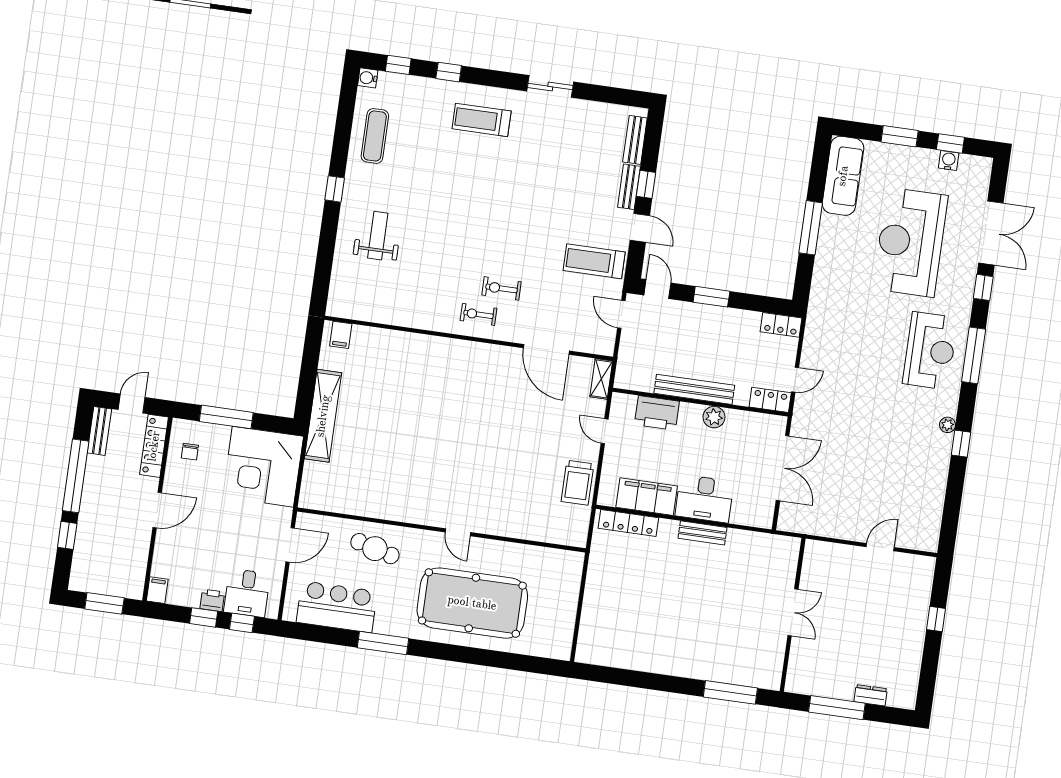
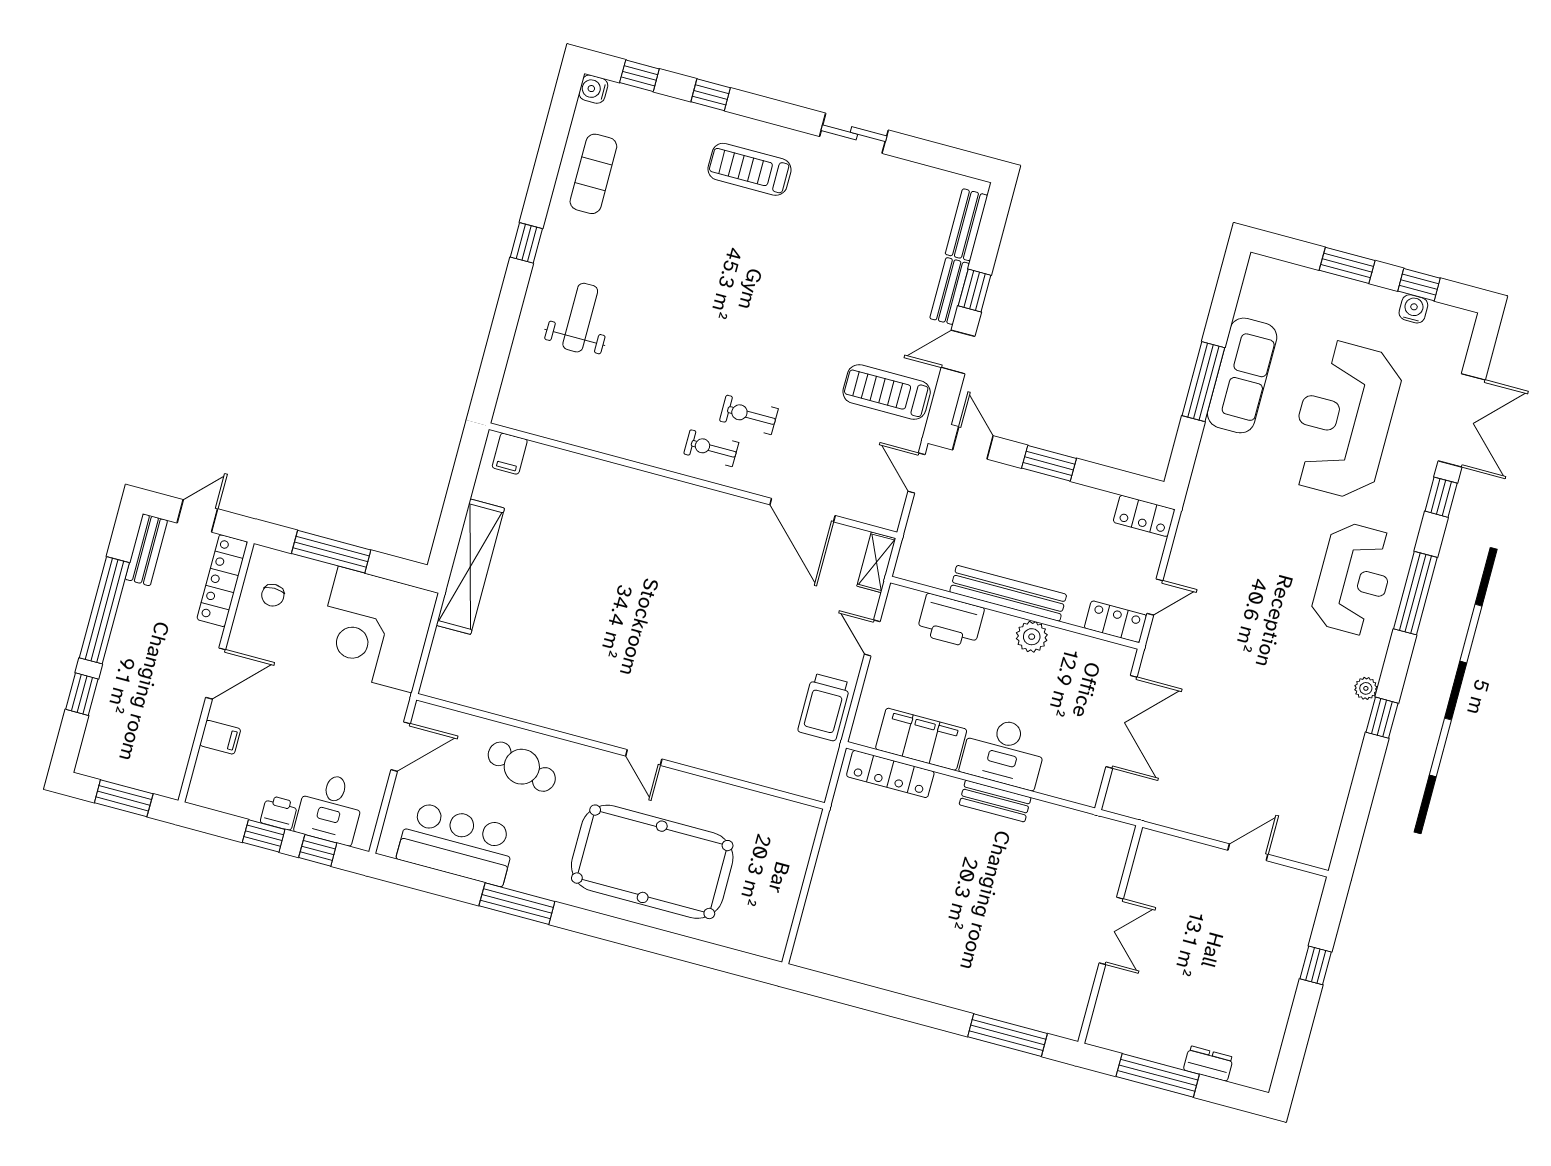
sofa: (843, 176) -> (1242, 375), moved
door: (640, 228) -> (958, 352), swing flipped
filing cabinet: (157, 590) -> (220, 737), moved, turned 90

